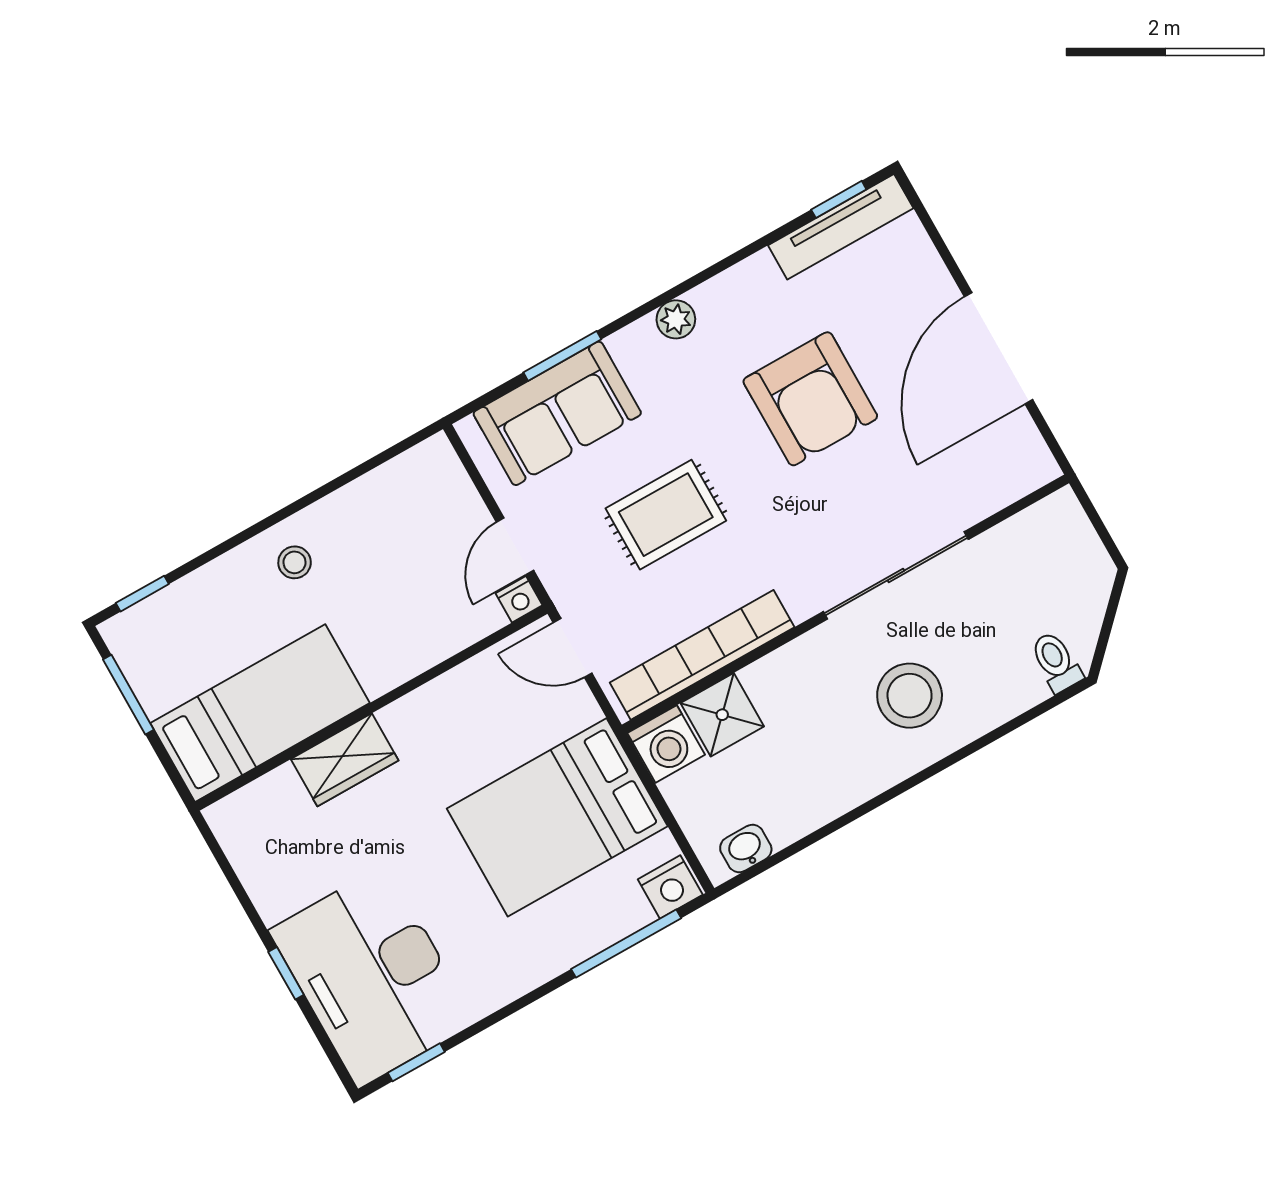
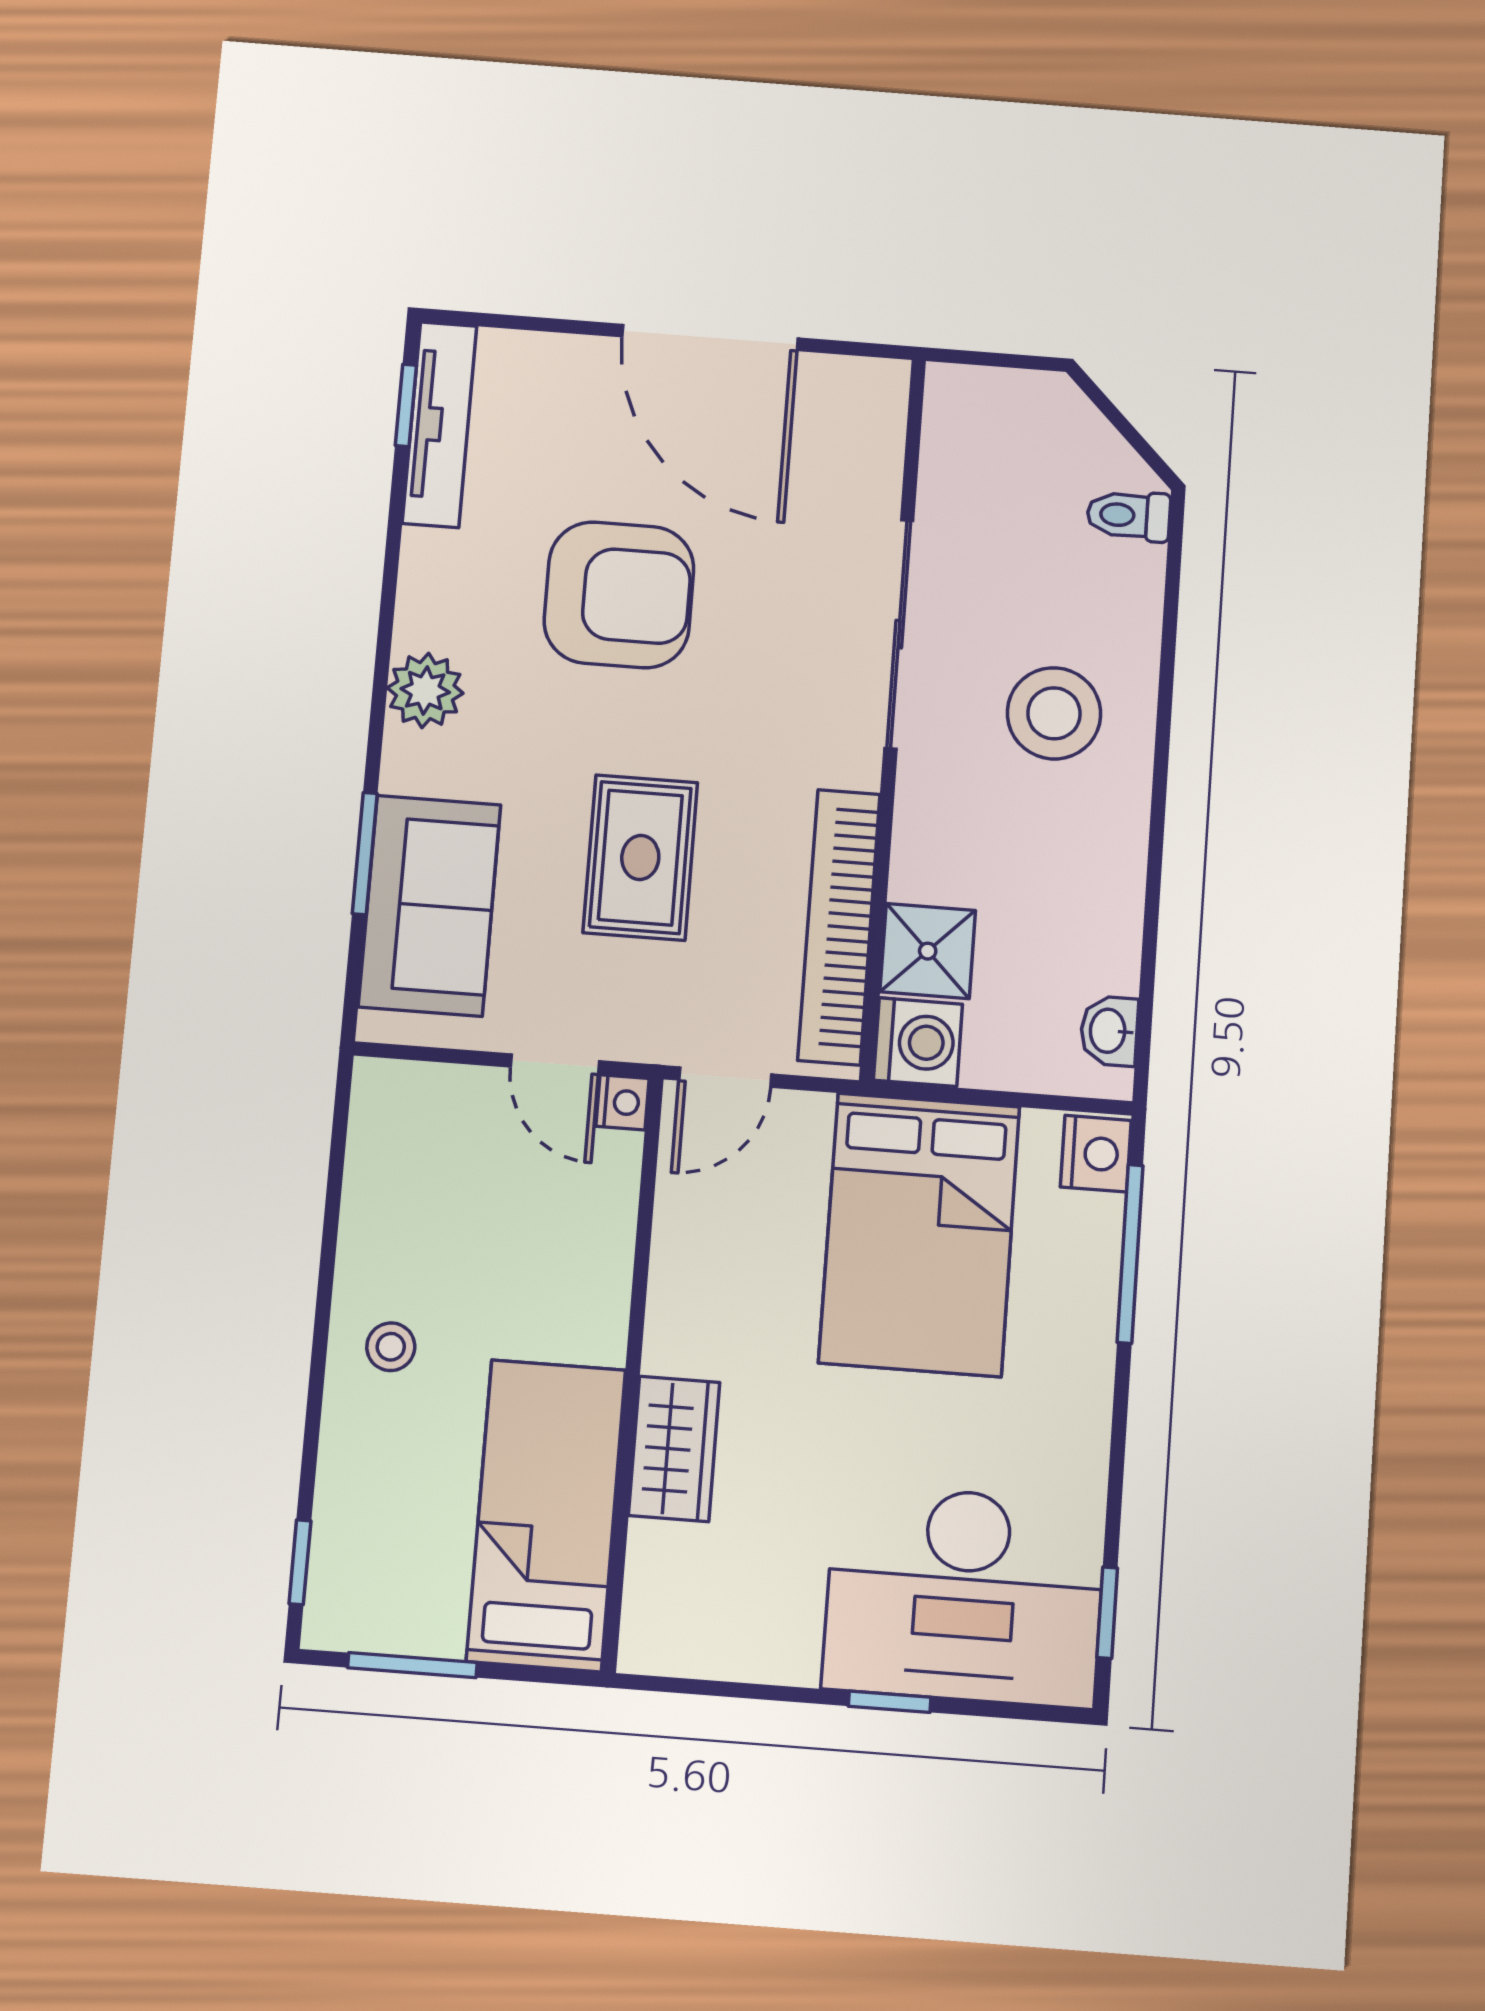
plant: (676, 319) -> (425, 691), width x1.38, depth x1.38

